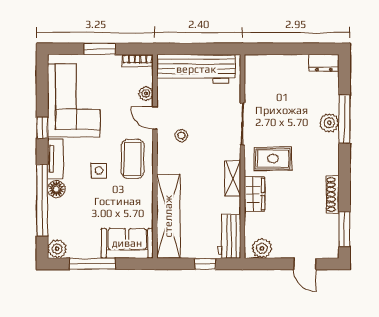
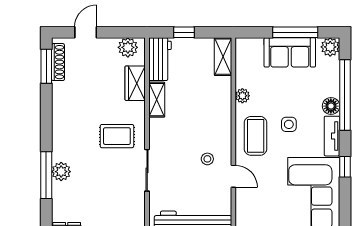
plant: (146, 93) -> (242, 96), moved
shelving: (233, 178) -> (157, 100), moved
wardrobe: (254, 194) -> (135, 83), moved
shoe rack: (333, 194) -> (58, 62), moved
shelving: (168, 216) -> (223, 57), width x0.45, depth x0.75
sofa: (127, 243) -> (290, 52), moved
door: (305, 264) -> (86, 32), hinge flipped

